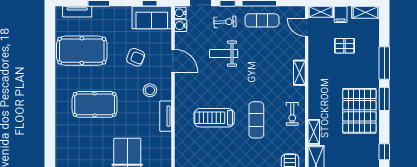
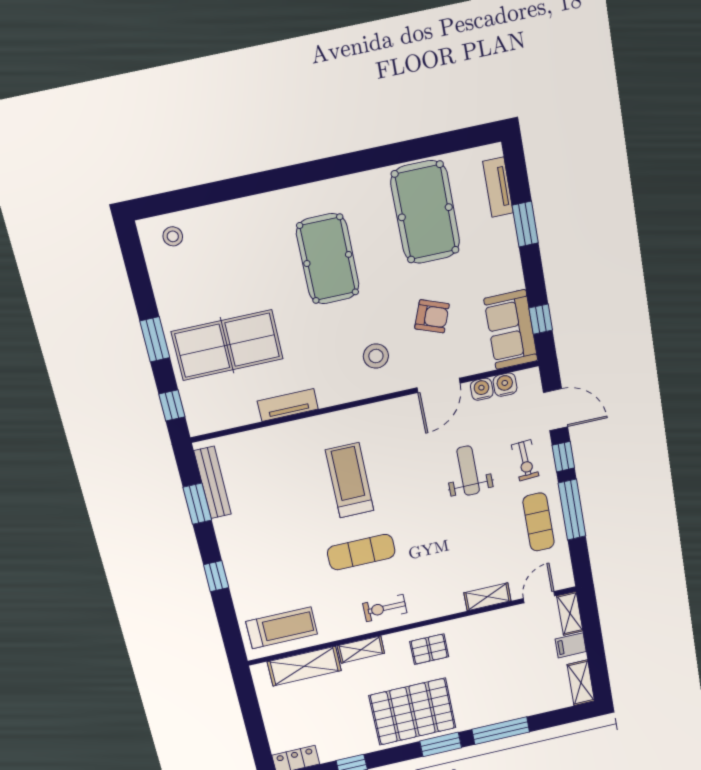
water cooler: (180, 13) -> (482, 389), moved
pallet: (344, 46) -> (429, 649), moved, turned 90
armchair: (136, 57) -> (432, 316), turned -90
shelving: (299, 73) -> (487, 597), moved
tv unit: (166, 116) -> (288, 405), moved

